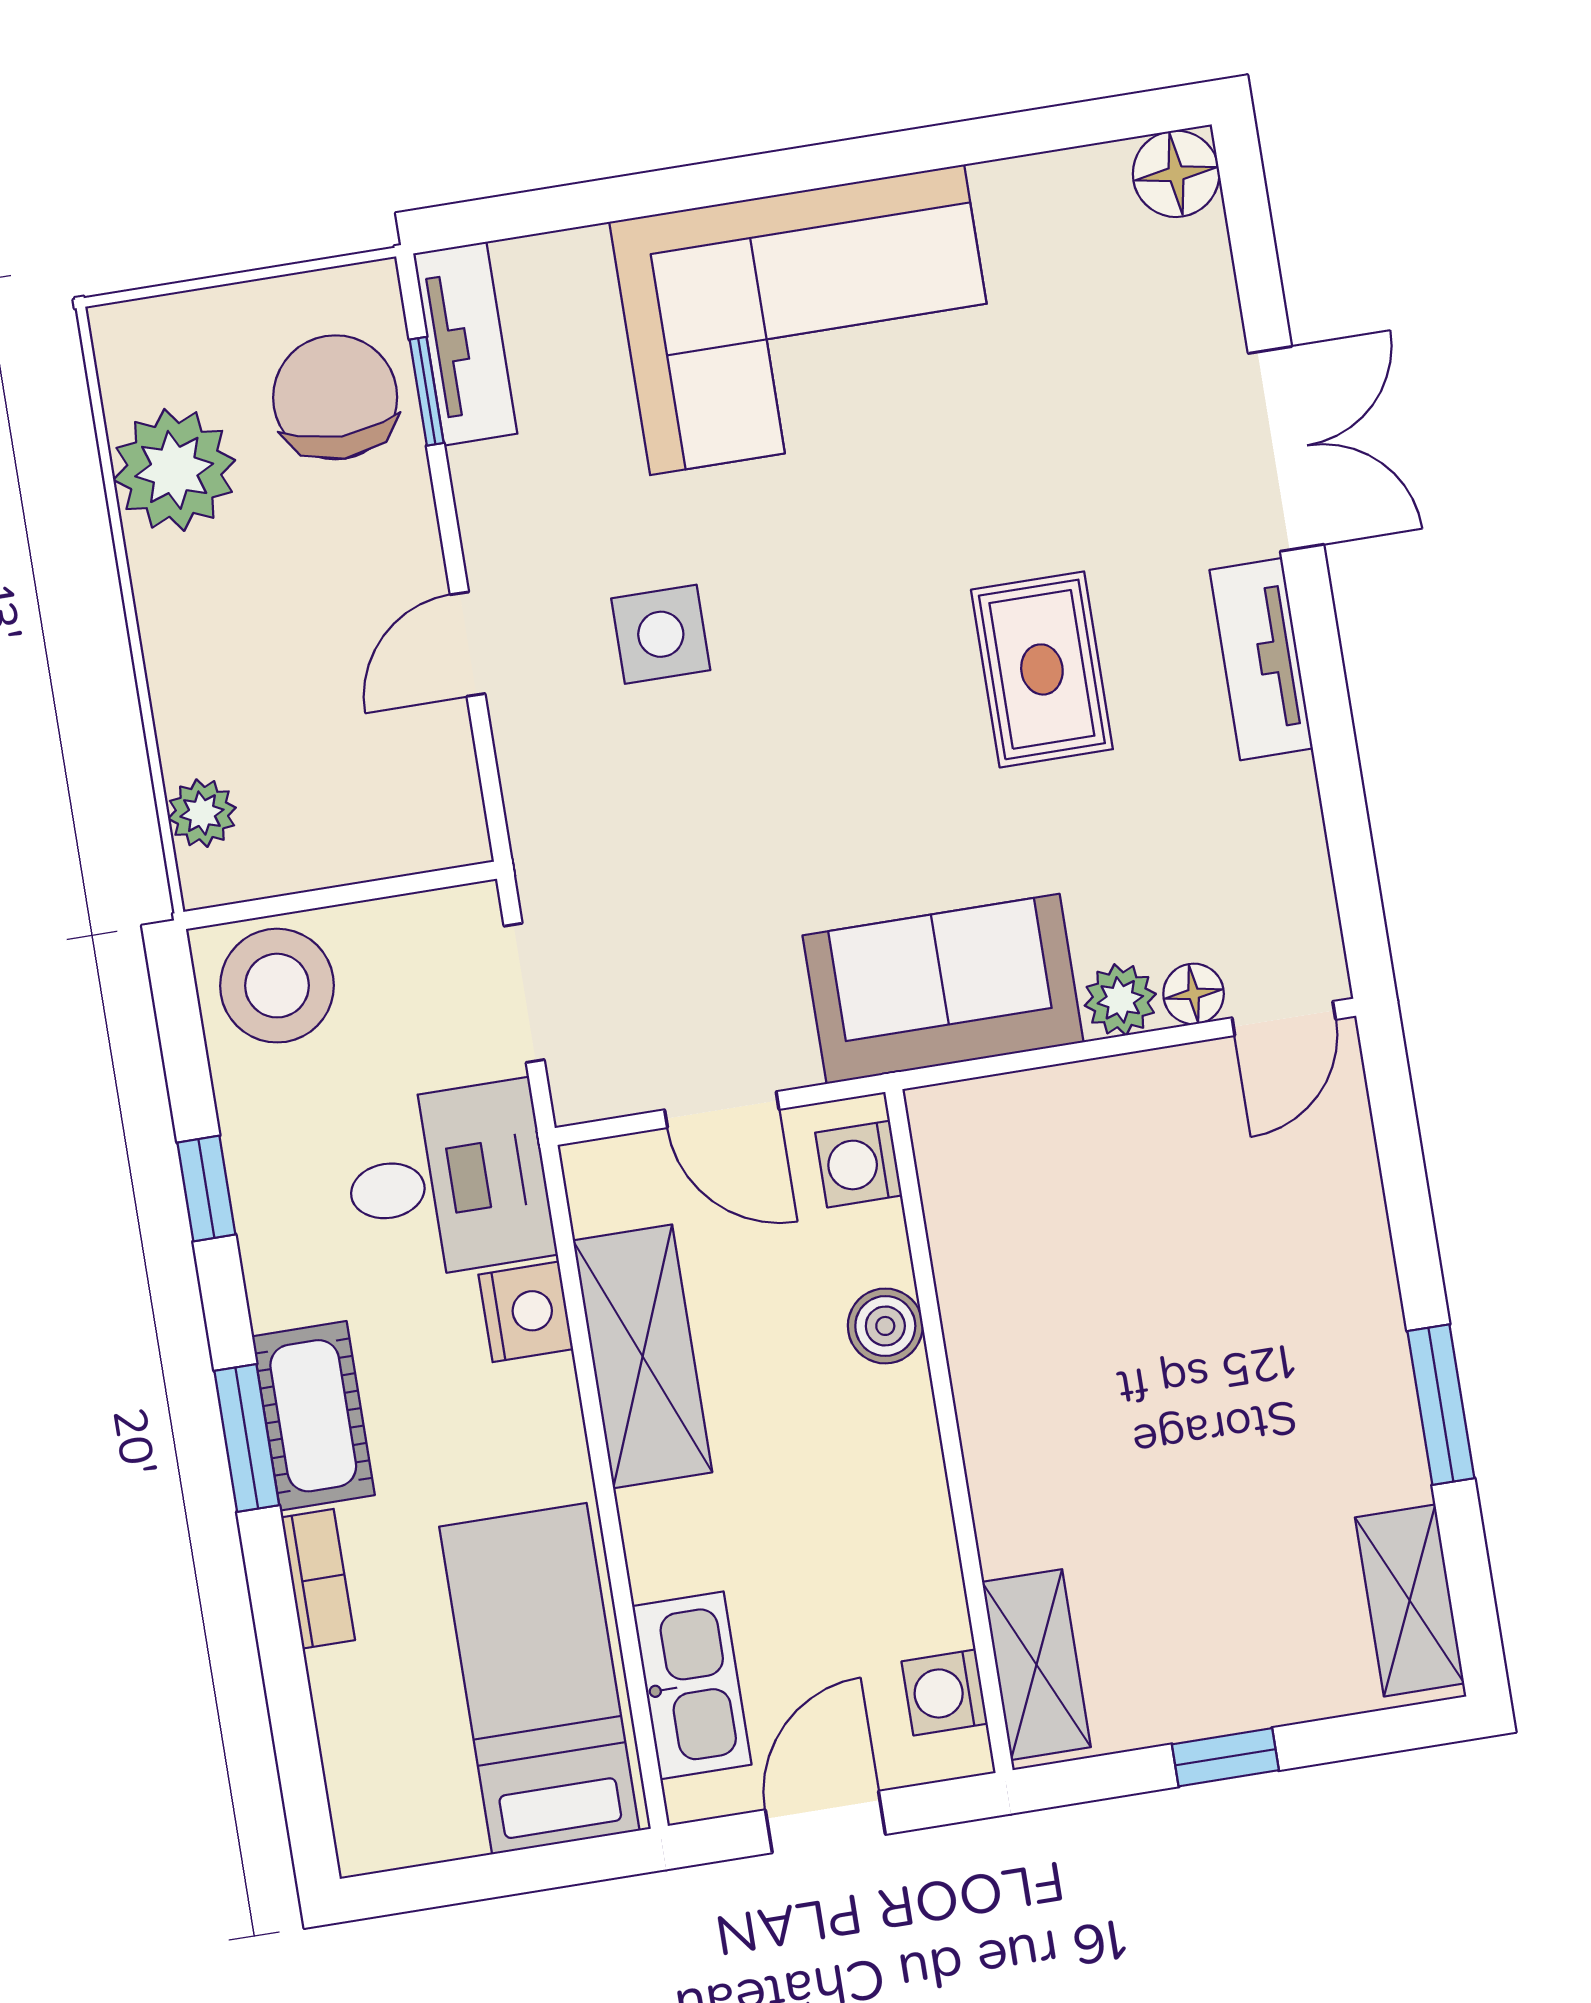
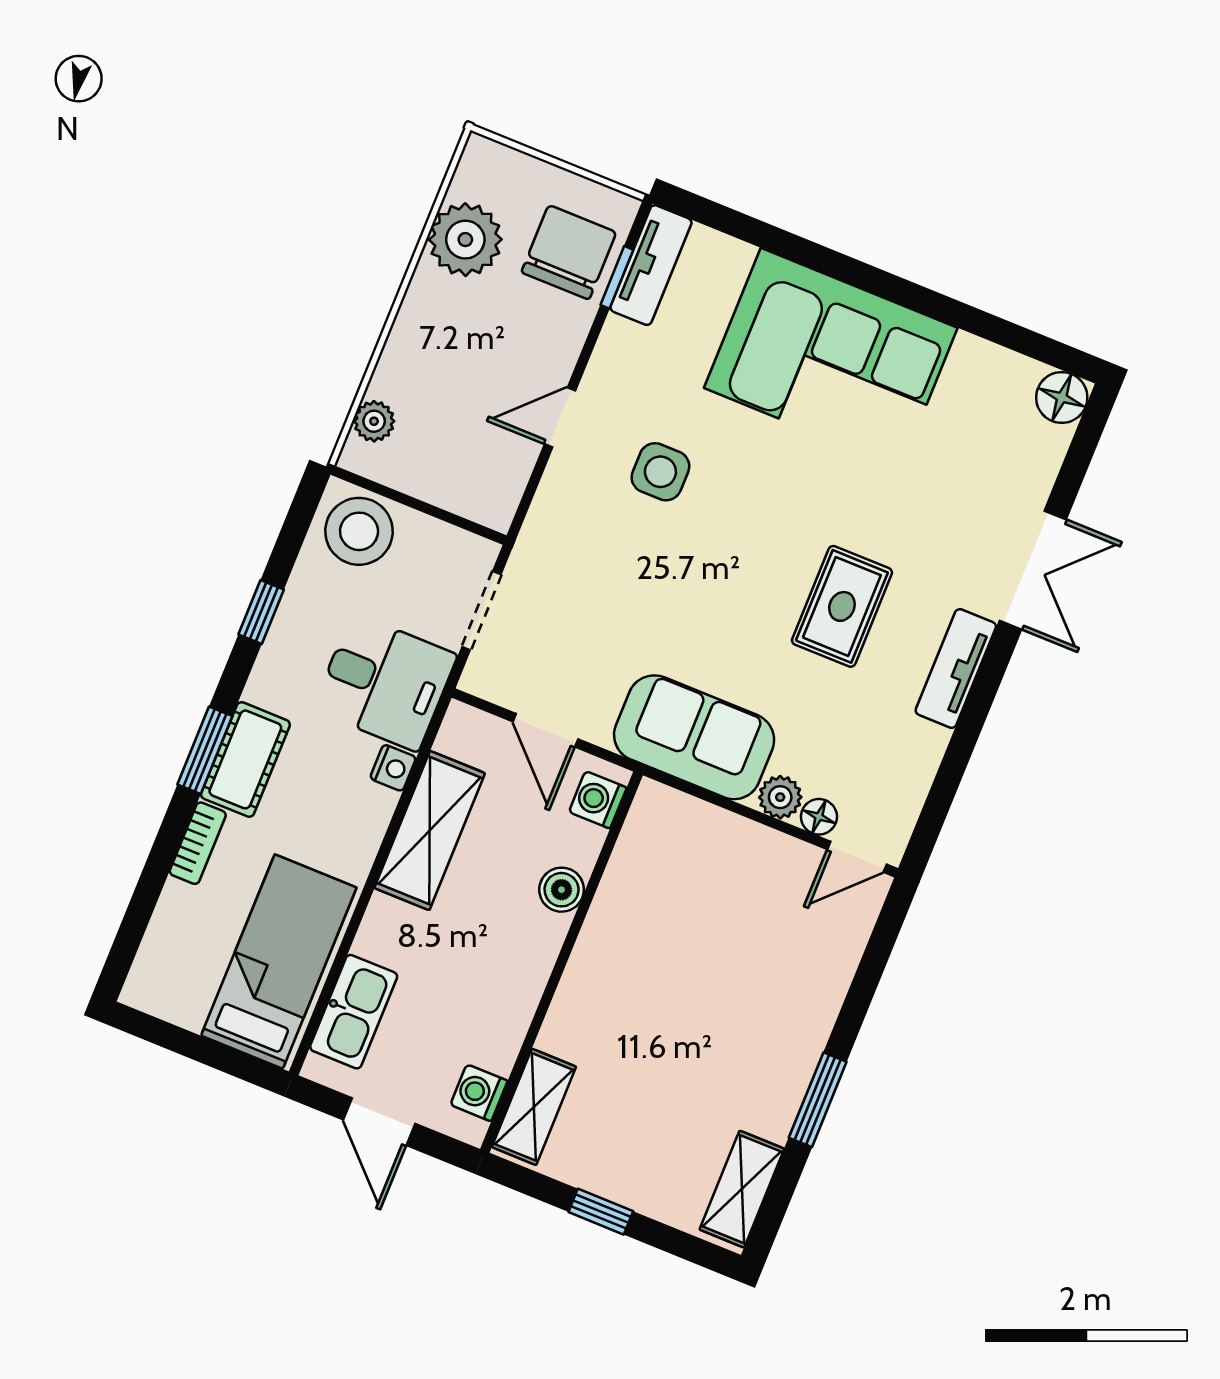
nightstand: (526, 1312) -> (393, 768), width x0.72, depth x0.74
door: (825, 1822) -> (379, 1122), swing flipped

